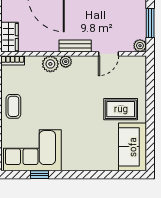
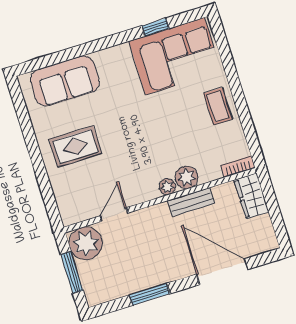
bench: (75, 46) -> (191, 202), moved
plant: (140, 46) -> (86, 243), width x1.87, depth x1.87
sofa: (133, 147) -> (65, 81), moved, turned 90

